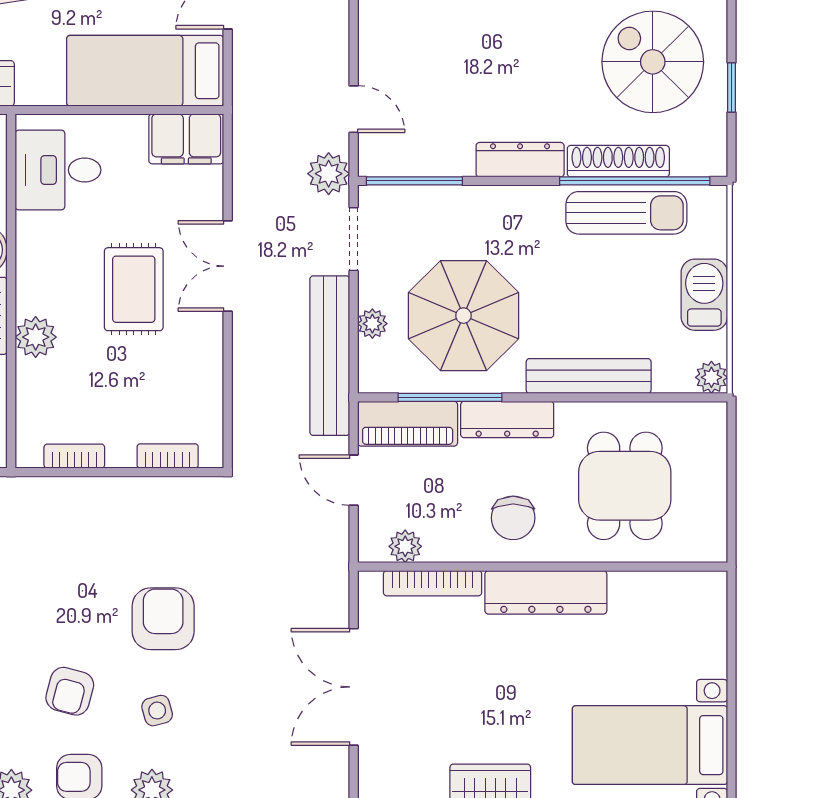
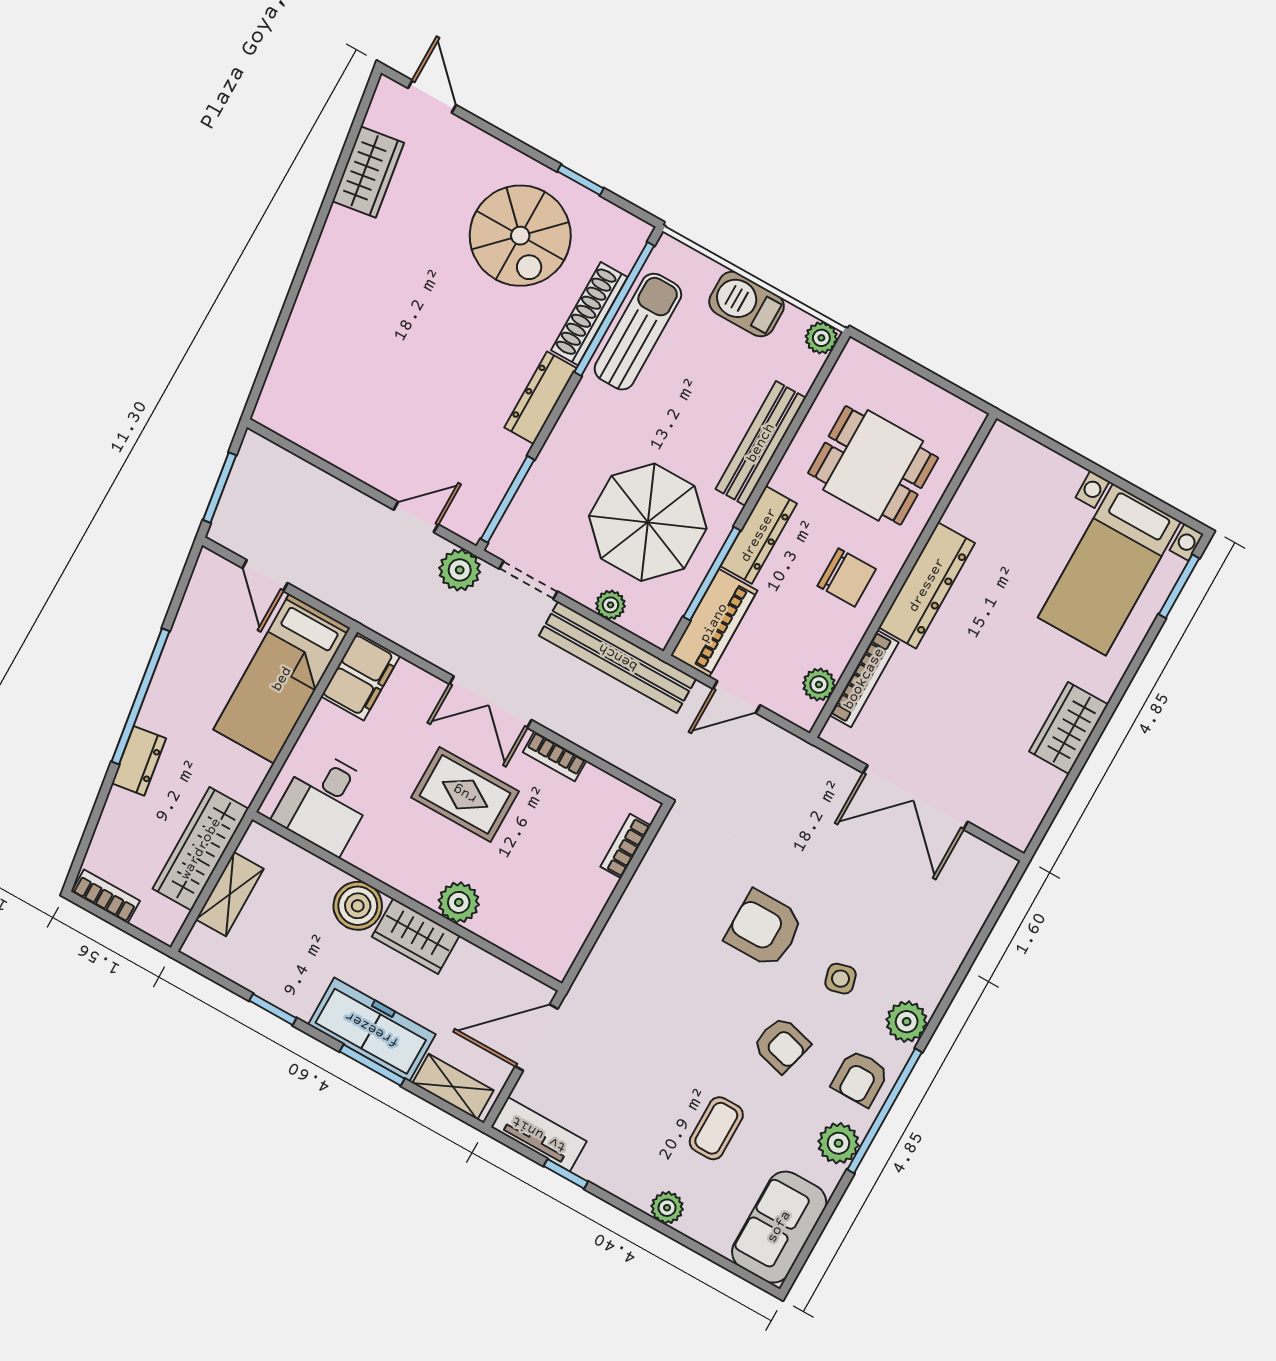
spiral stairs: (653, 62) -> (520, 236), turned -90
bookcase: (74, 456) -> (555, 756), moved, turned -90

